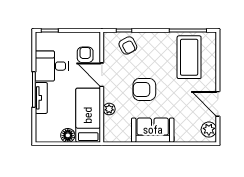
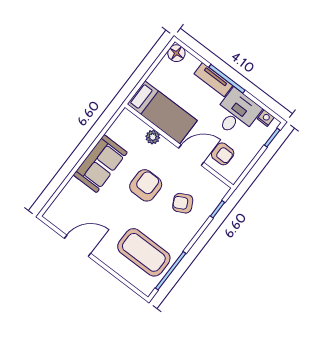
nightstand: (40, 44) -> (266, 118), added
armchair: (128, 46) -> (183, 203), moved
plant: (209, 130) -> (60, 218), removed
floor lamp: (68, 135) -> (176, 53), moved

